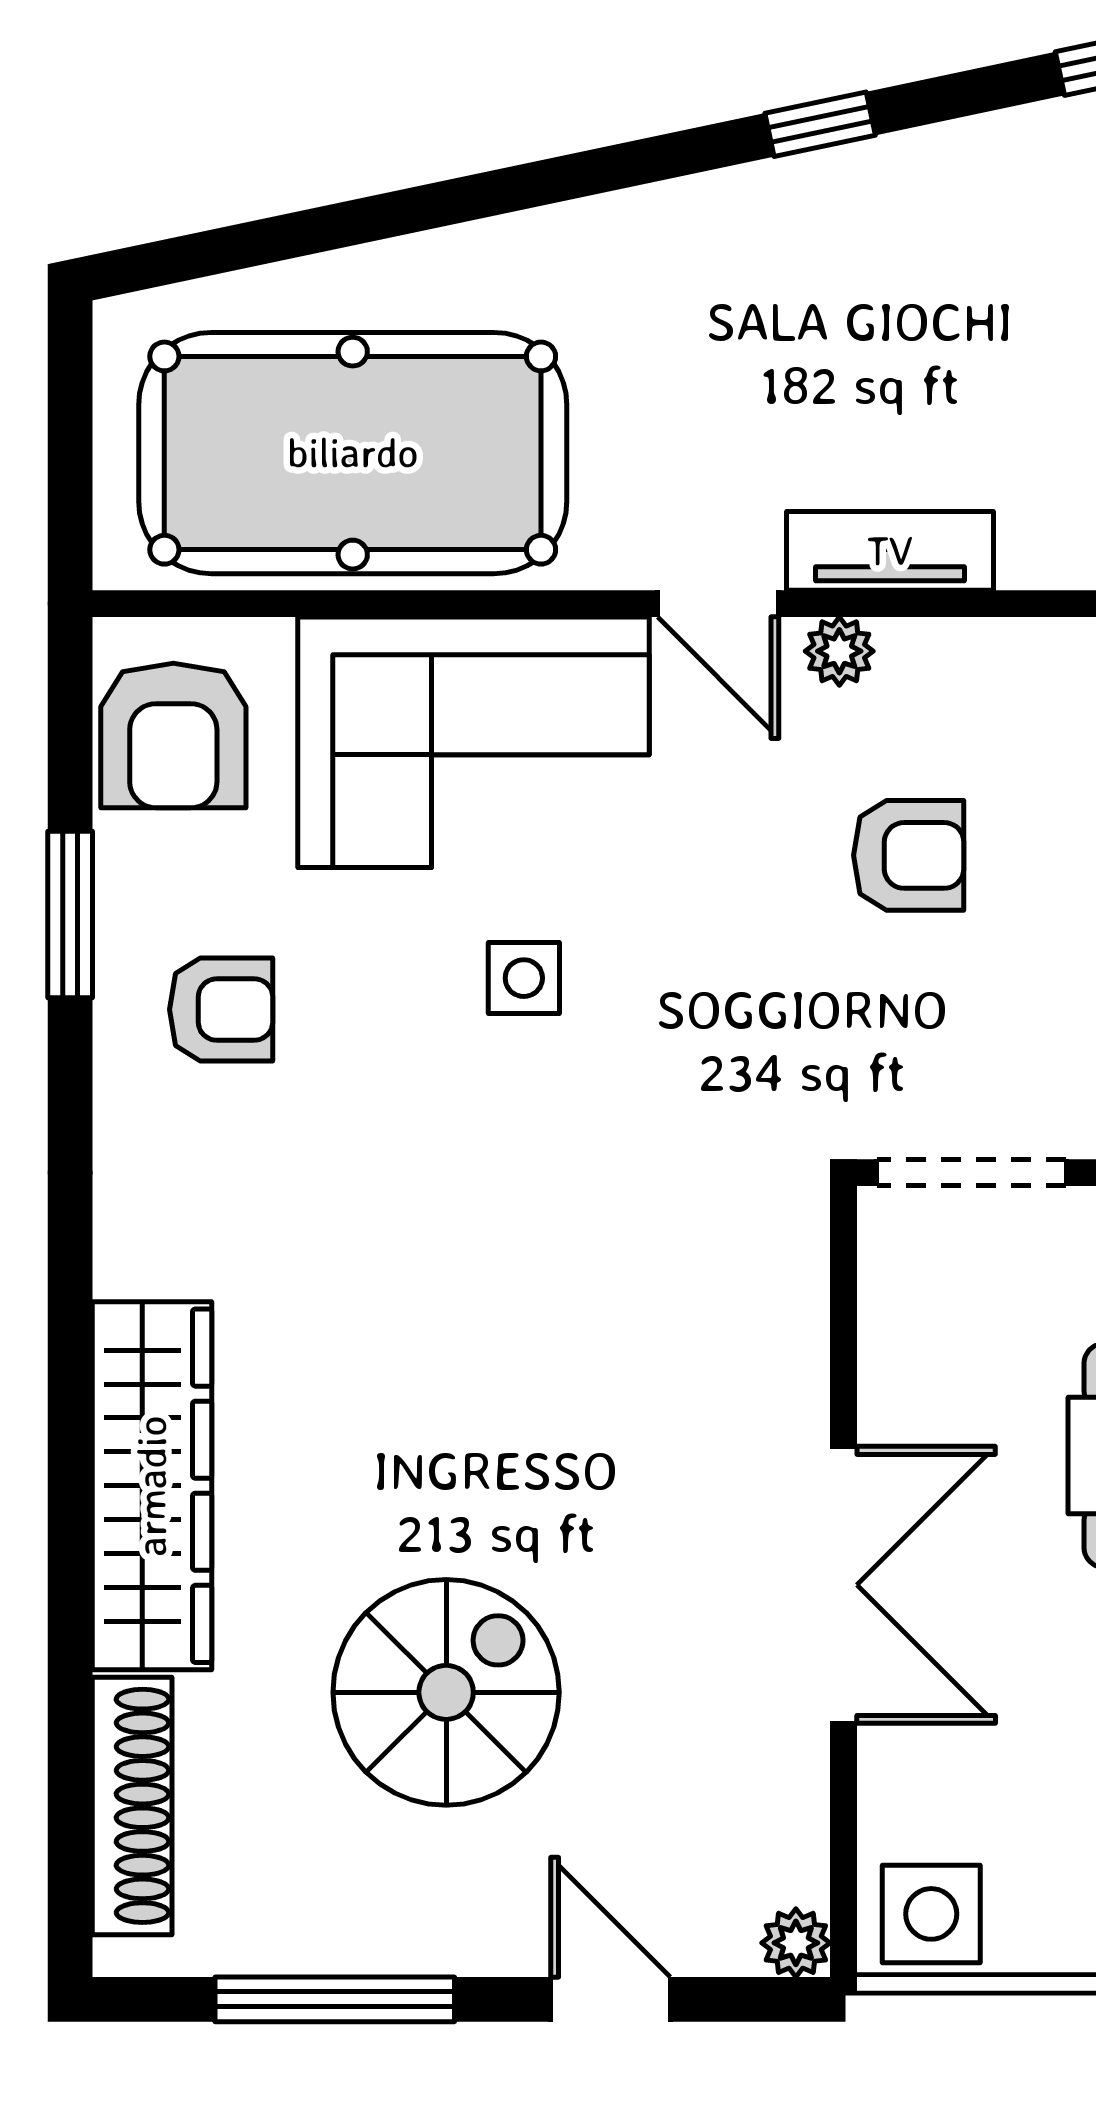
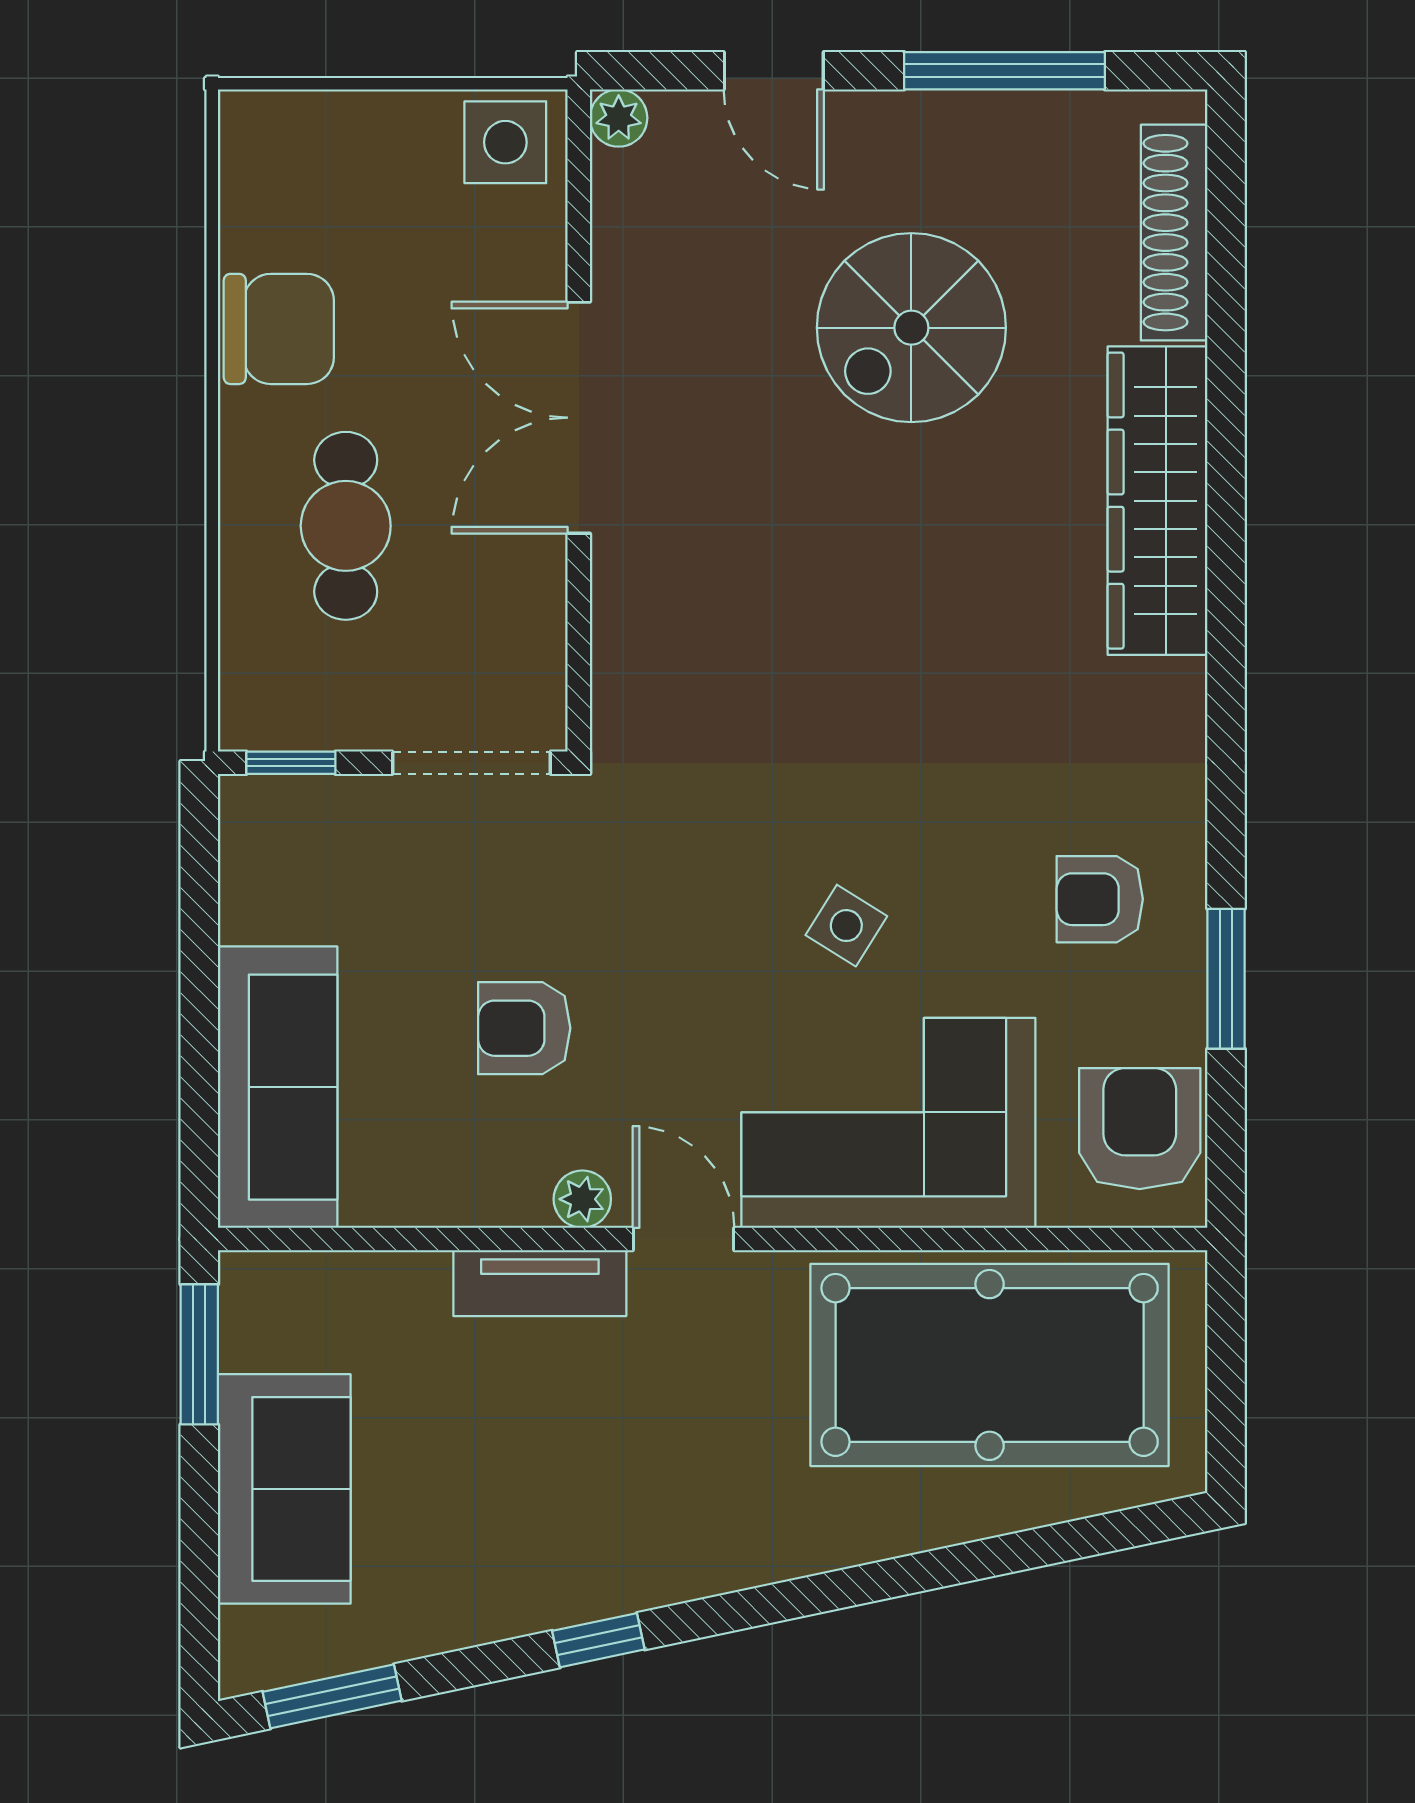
side table: (524, 978) -> (846, 926), turned 32

